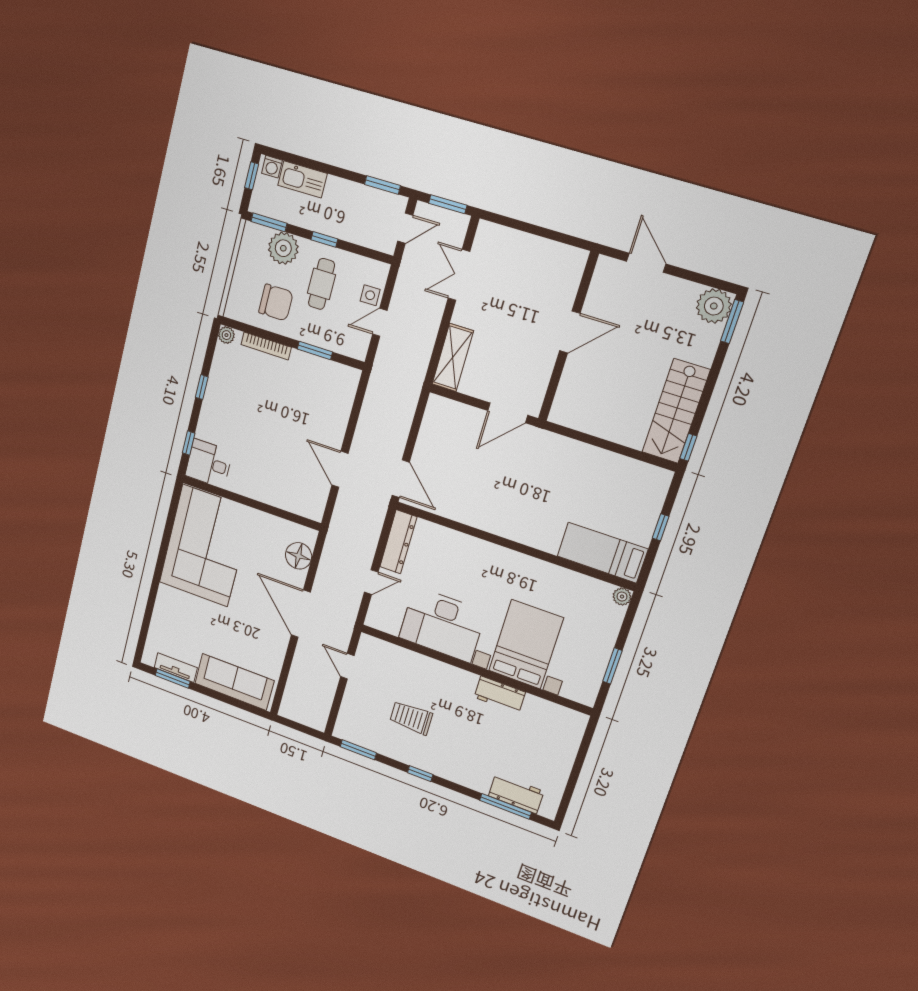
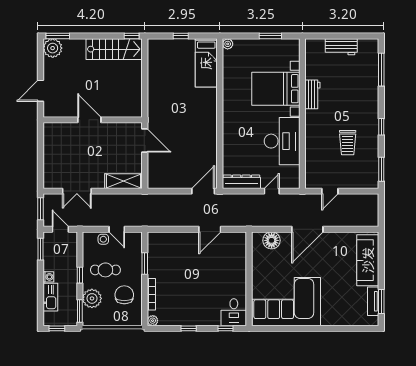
washing machine: (272, 167) -> (48, 277), moved
door: (371, 582) -> (272, 191), hinge flipped
workbench: (516, 794) -> (341, 47), moved, turned -90

